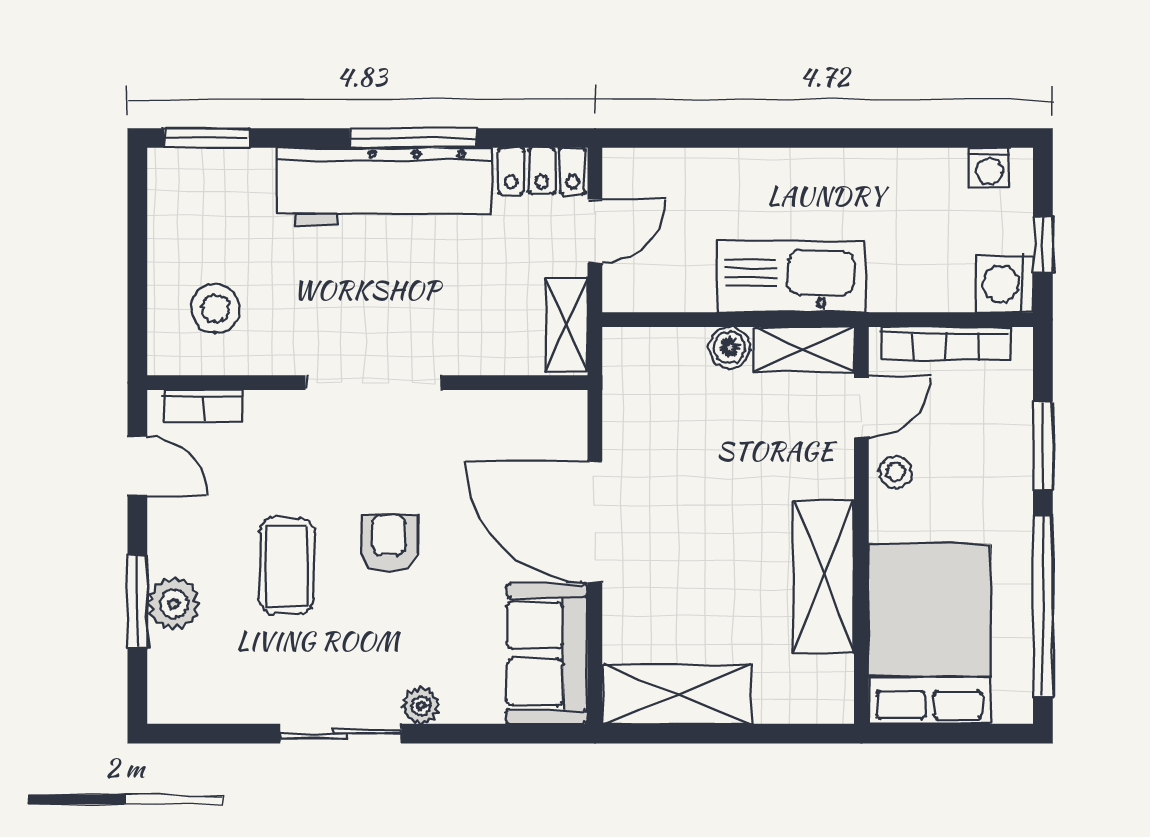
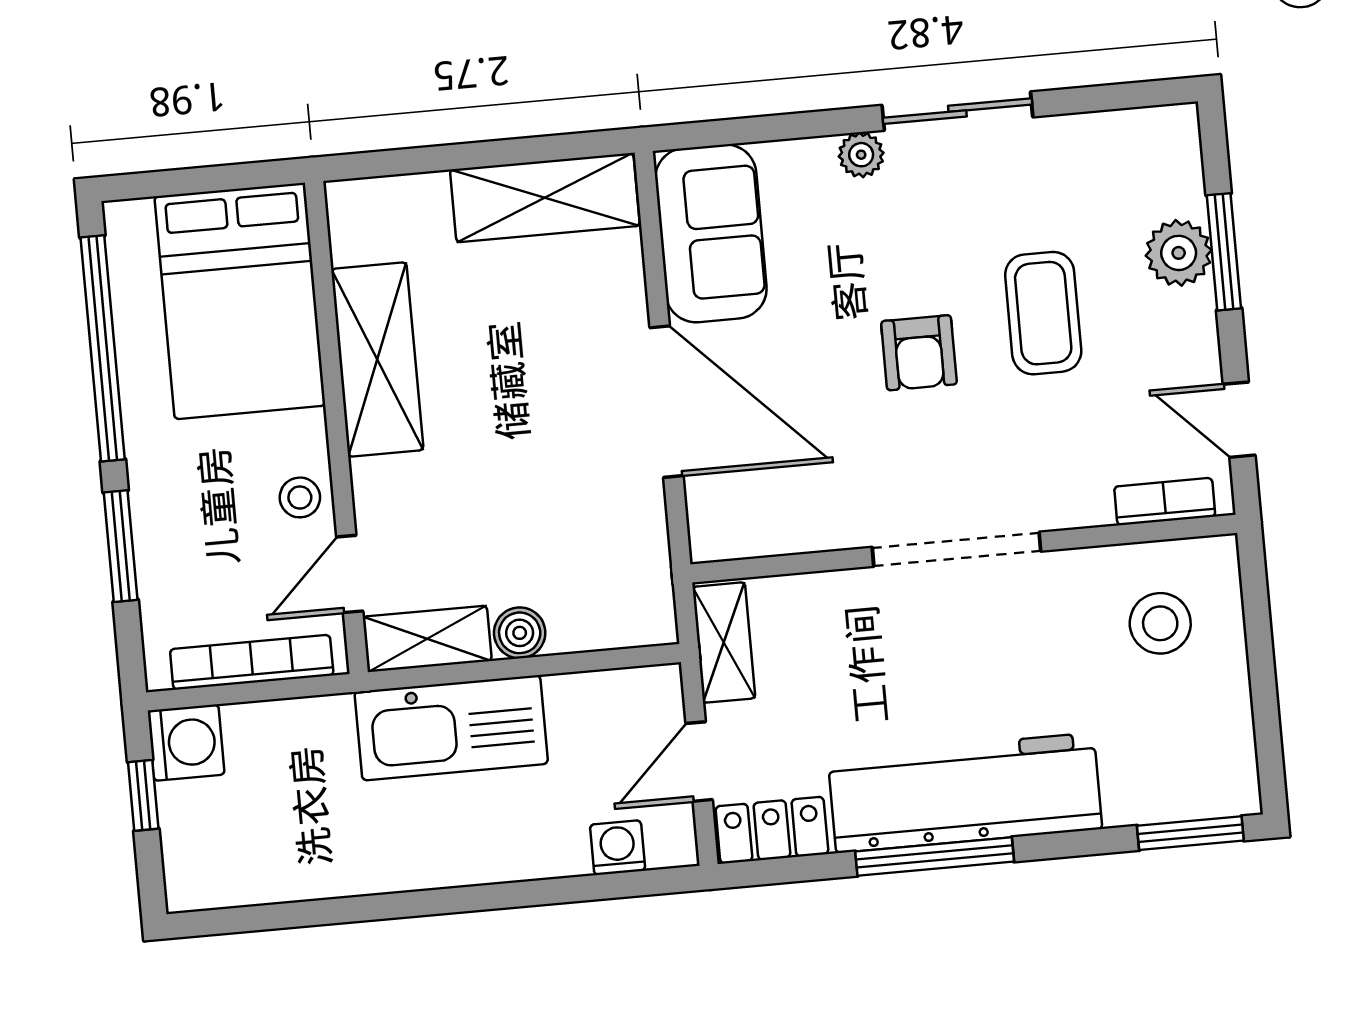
washing machine: (989, 168) -> (618, 848), moved

